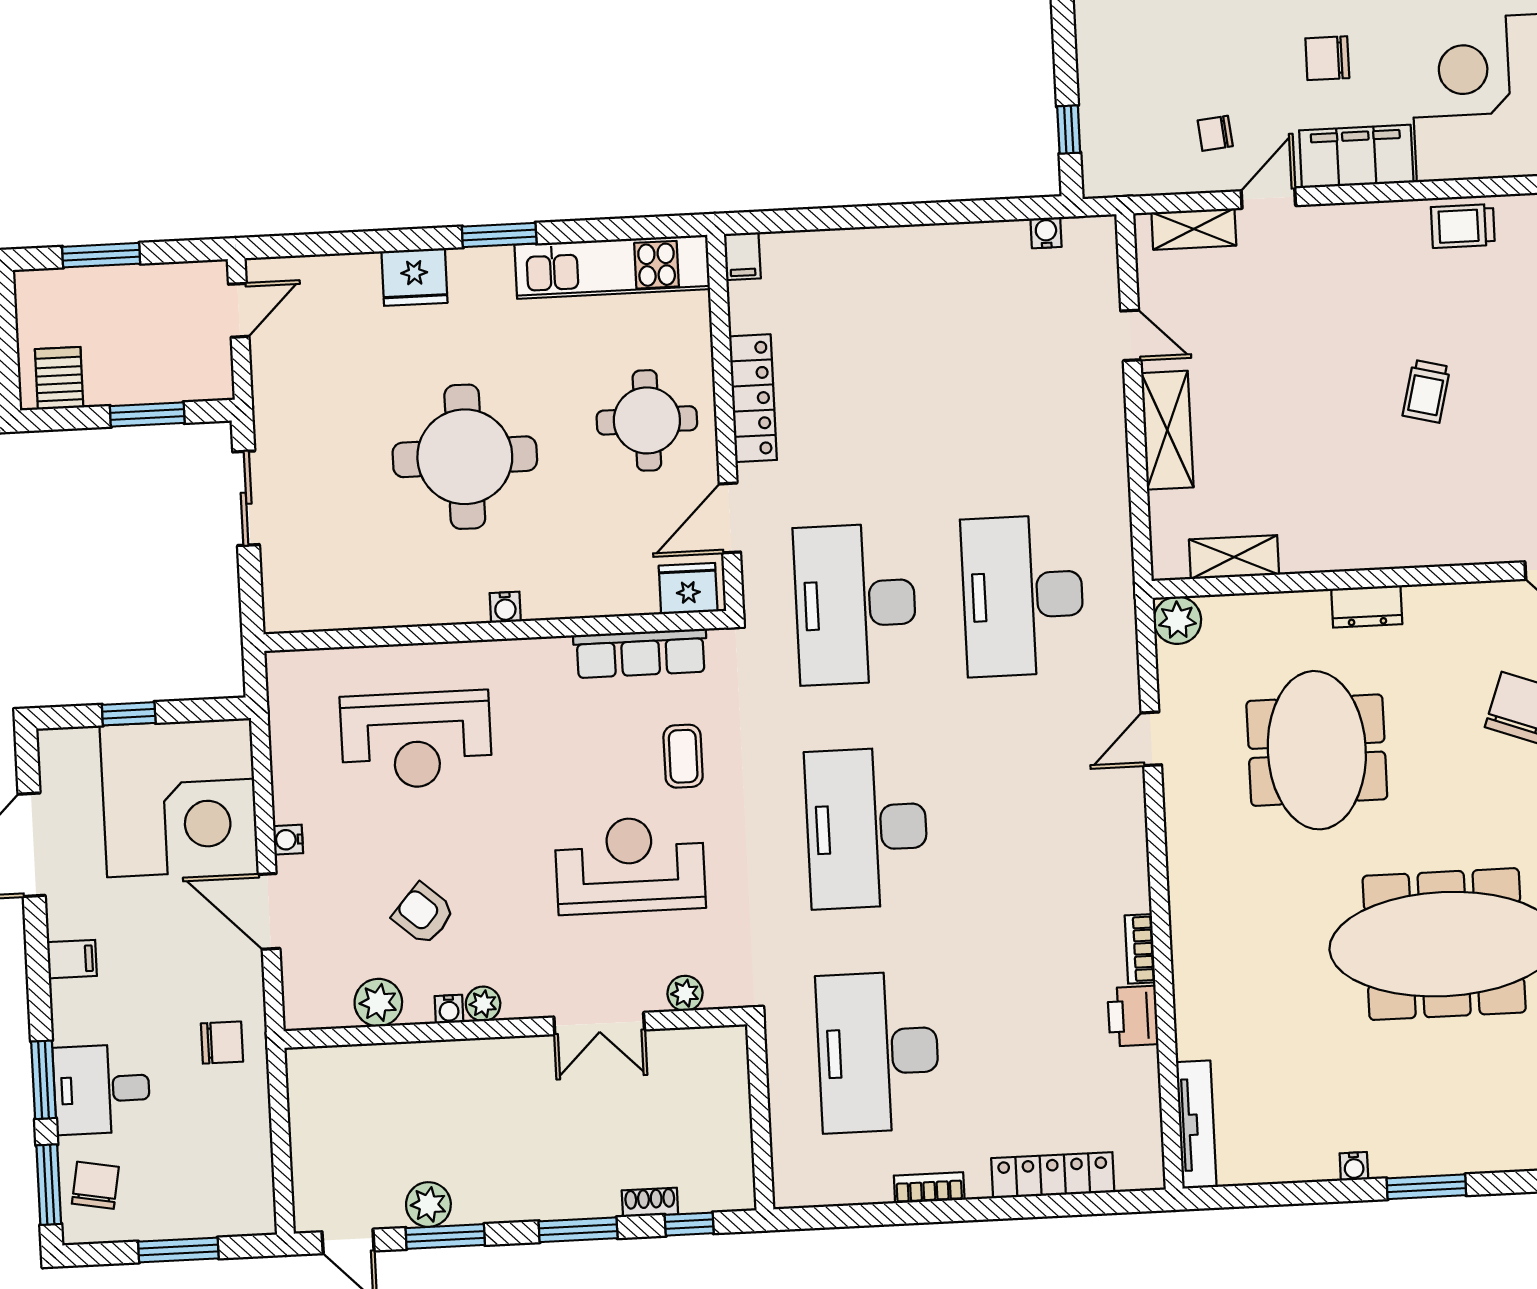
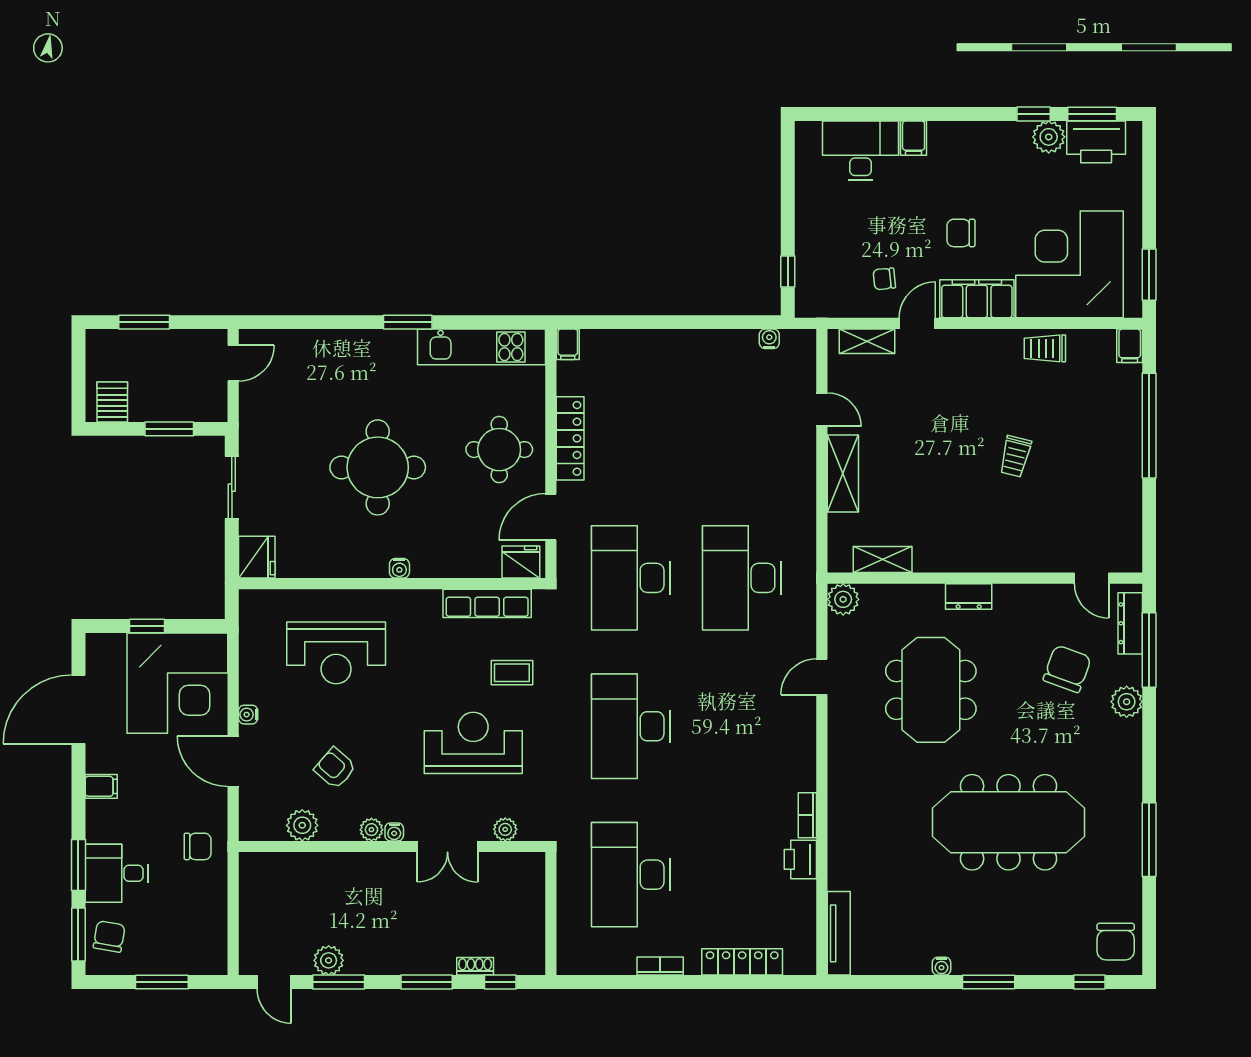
fridge: (414, 277) -> (257, 557), moved, turned -90
coffee table: (683, 756) -> (512, 673), turned 90
water cooler: (449, 1009) -> (394, 832), moved

